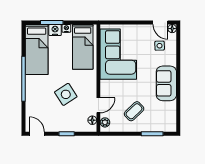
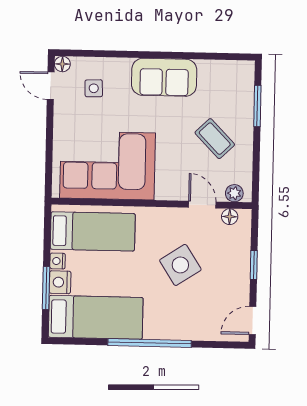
door: (160, 23) -> (51, 86), swing flipped

